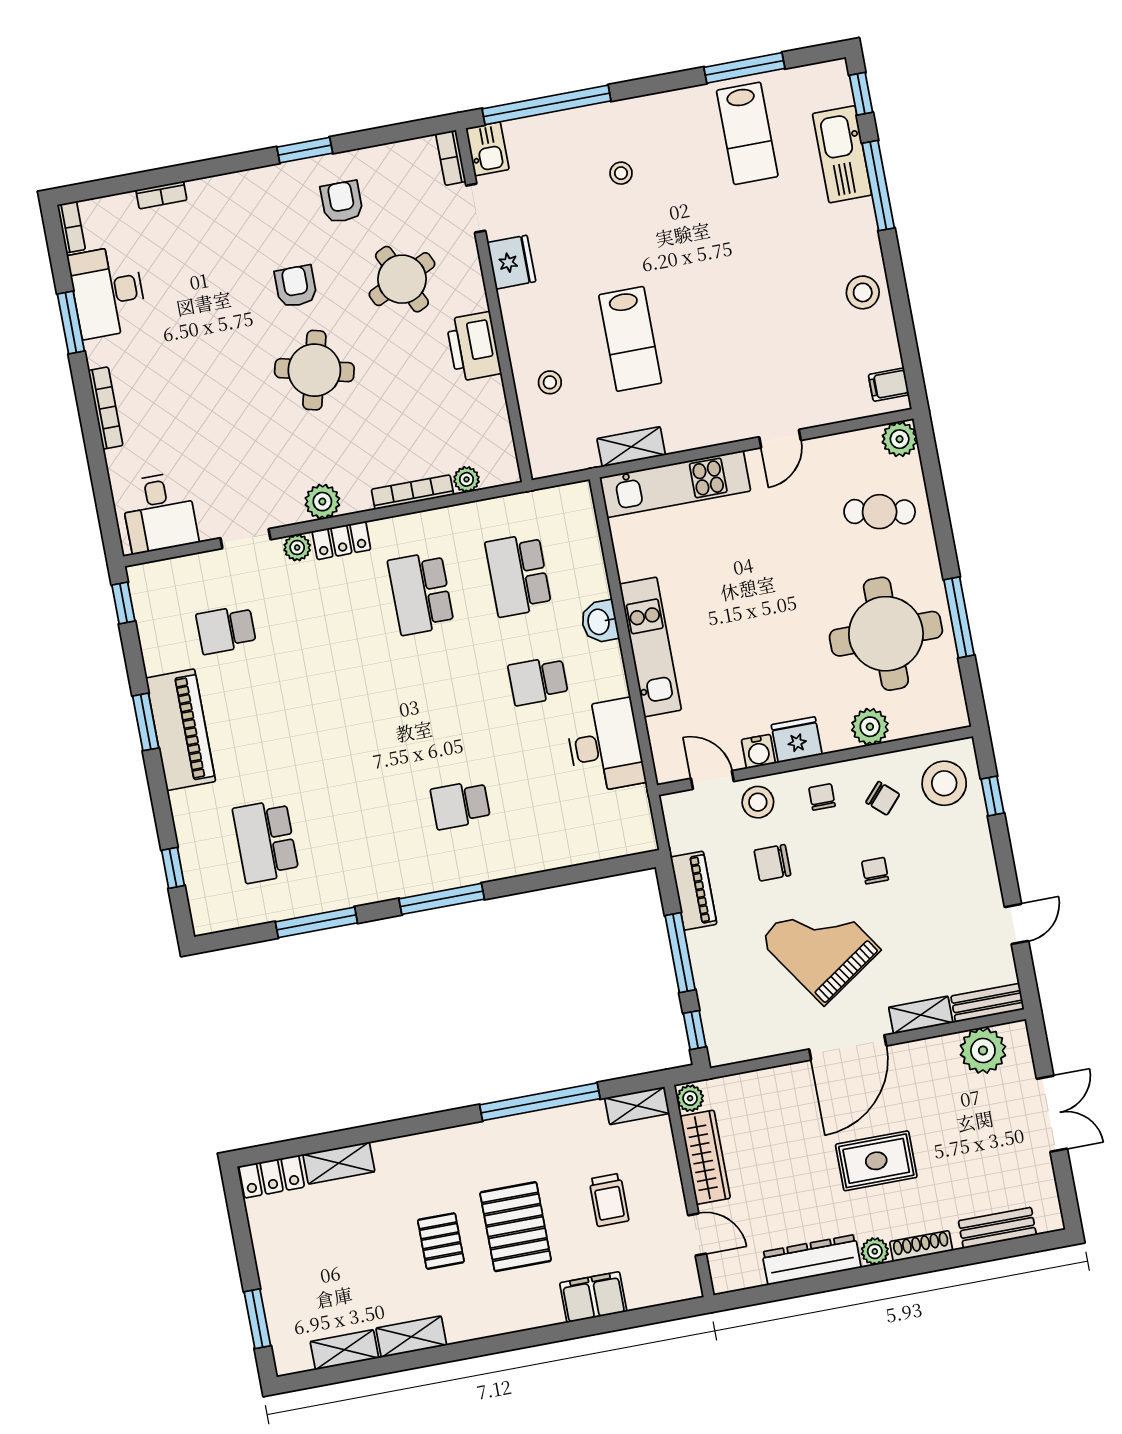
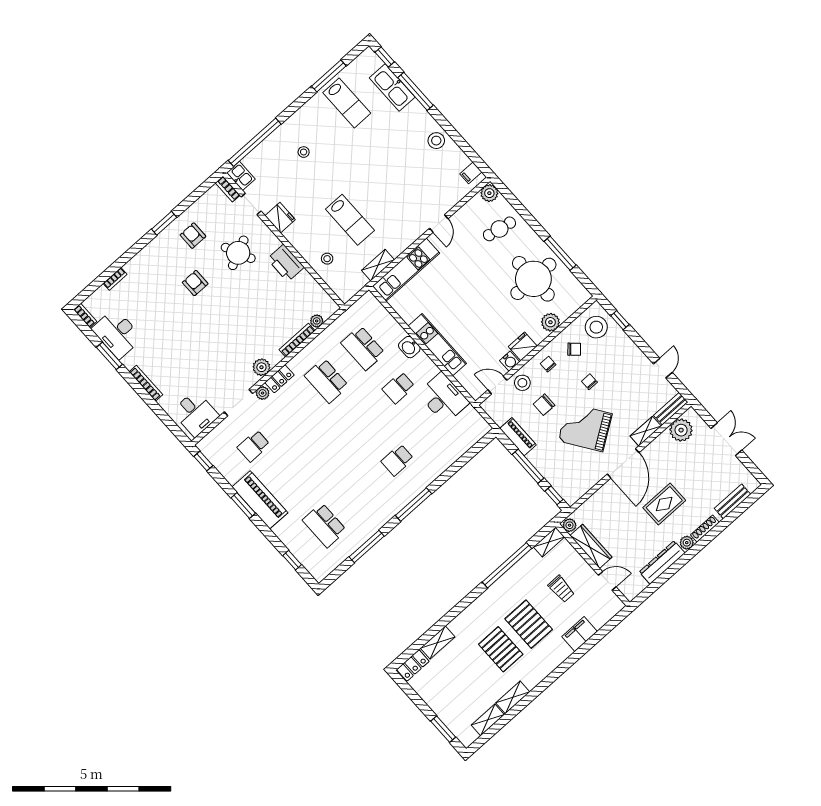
round table: (314, 370) -> (224, 314), removed
doorway: (245, 539) -> (238, 403), width x1.38
pallet: (441, 1241) -> (501, 649), width x1.50, depth x1.42

